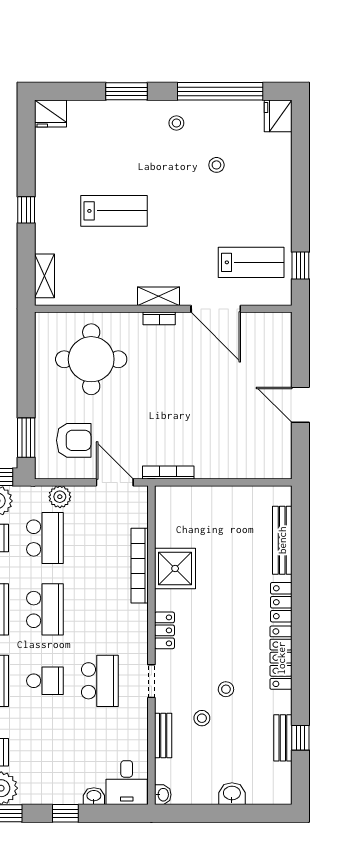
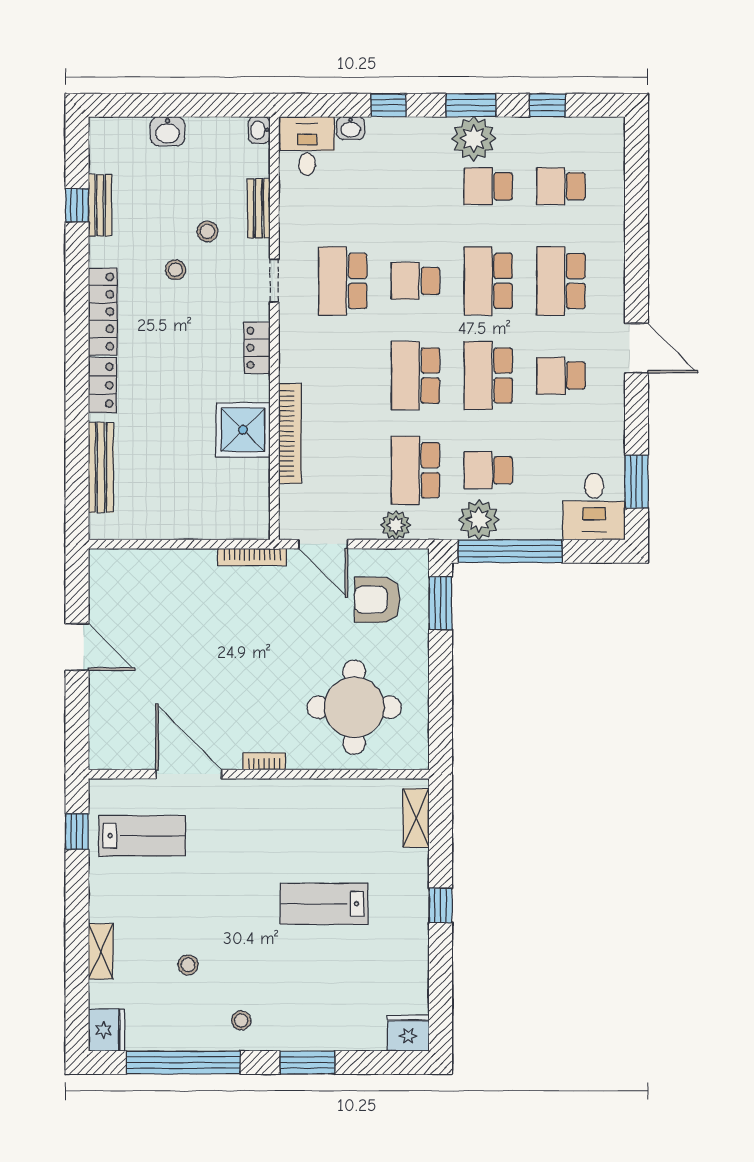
lab bench: (251, 262) -> (142, 836), turned 180
shelving: (159, 296) -> (101, 951), moved, turned 90

